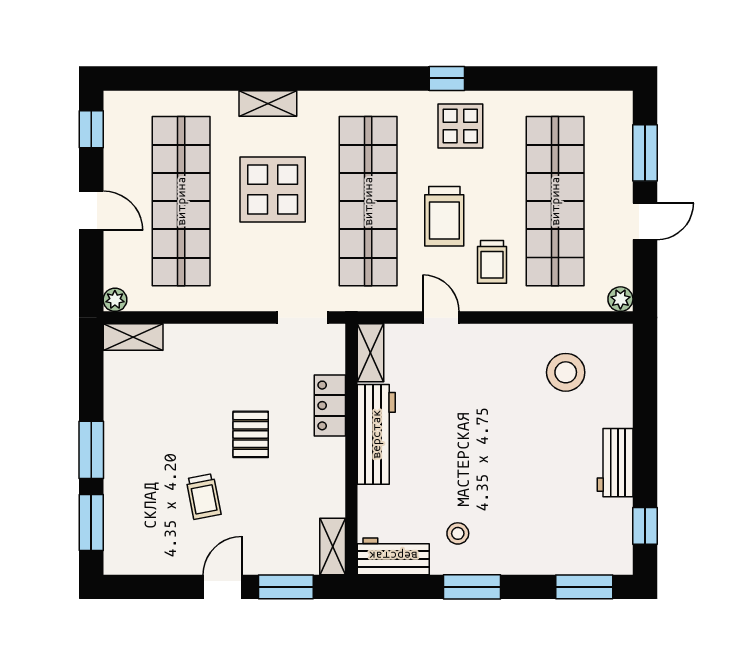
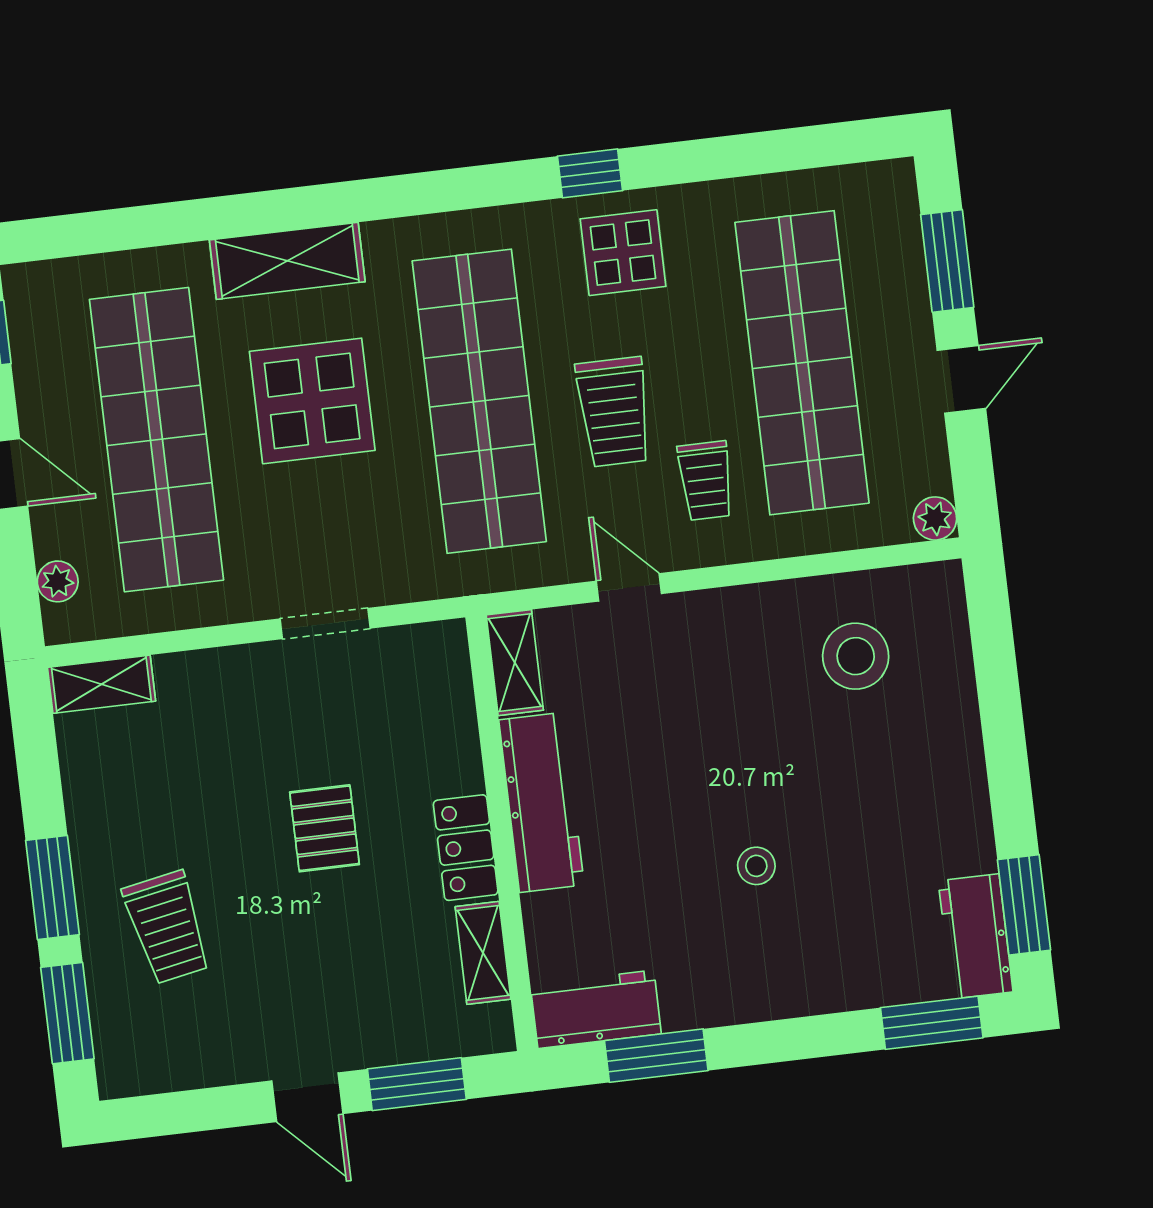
shelving: (268, 104) -> (287, 261), width x1.50, depth x1.33
plant: (115, 300) -> (58, 581), moved
doorway: (302, 318) -> (325, 624), moved
locker: (330, 405) -> (466, 848), moved
workbench: (615, 463) -> (976, 936), moved
trolley: (204, 497) -> (167, 927), moved, width x1.36, depth x1.39
window: (645, 526) -> (1024, 905), width x1.50
stool: (458, 533) -> (756, 866), moved
shelving: (333, 547) -> (483, 953), moved
door: (222, 587) -> (307, 1097), swing flipped
window: (472, 587) -> (656, 1056), moved

